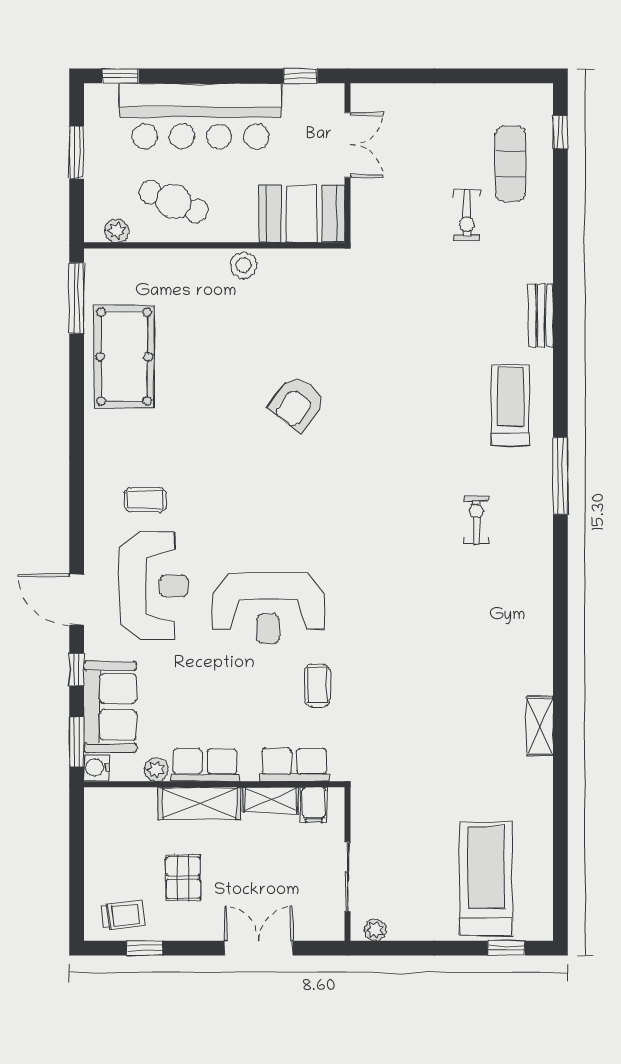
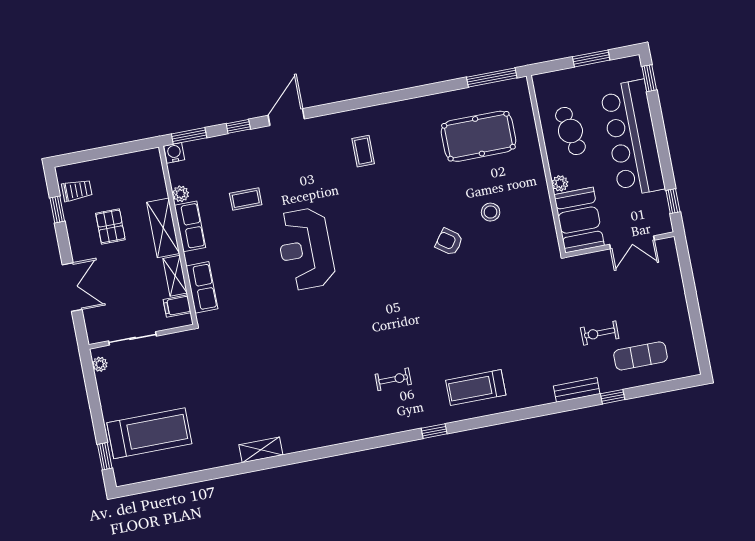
window: (560, 132) -> (613, 397), moved
cafe table: (174, 202) -> (570, 131), turned -33
plant: (117, 231) -> (560, 183), moved
stool: (244, 265) -> (491, 212), moved
bench: (541, 315) -> (577, 390), moved
pool table: (124, 357) -> (478, 136), moved
armchair: (297, 403) -> (449, 242), width x0.72, depth x0.72
treadmill: (510, 405) -> (476, 388), turned 180
window: (560, 476) -> (434, 431), width x0.46
reception desk: (154, 586) -> (306, 168), removed
coffee table: (317, 685) -> (246, 199), moved
sofa: (110, 707) -> (217, 154), removed
pallet: (183, 878) -> (110, 226), turned 90
trolley: (123, 915) -> (77, 190), turned -83

